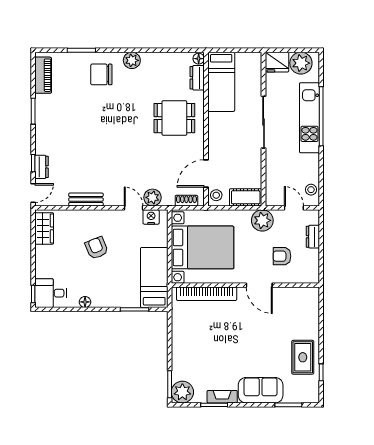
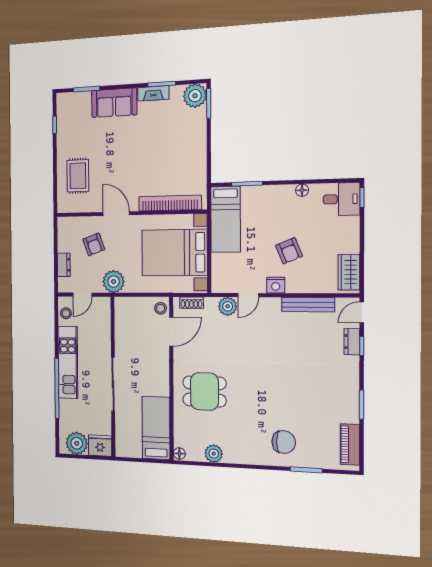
plant: (132, 60) -> (214, 454), moved
dresser: (197, 78) -> (181, 433), removed
kitchen unit: (309, 118) -> (68, 362), moved
cot: (246, 197) -> (130, 306), removed
bench: (86, 199) -> (308, 305), width x1.36
door: (134, 208) -> (248, 295), hinge flipped
door: (294, 208) -> (82, 295), hinge flipped
nightstand: (151, 217) -> (276, 285), moved
armchair: (282, 256) -> (94, 244), turned 70
rug: (303, 357) -> (78, 176), moved

